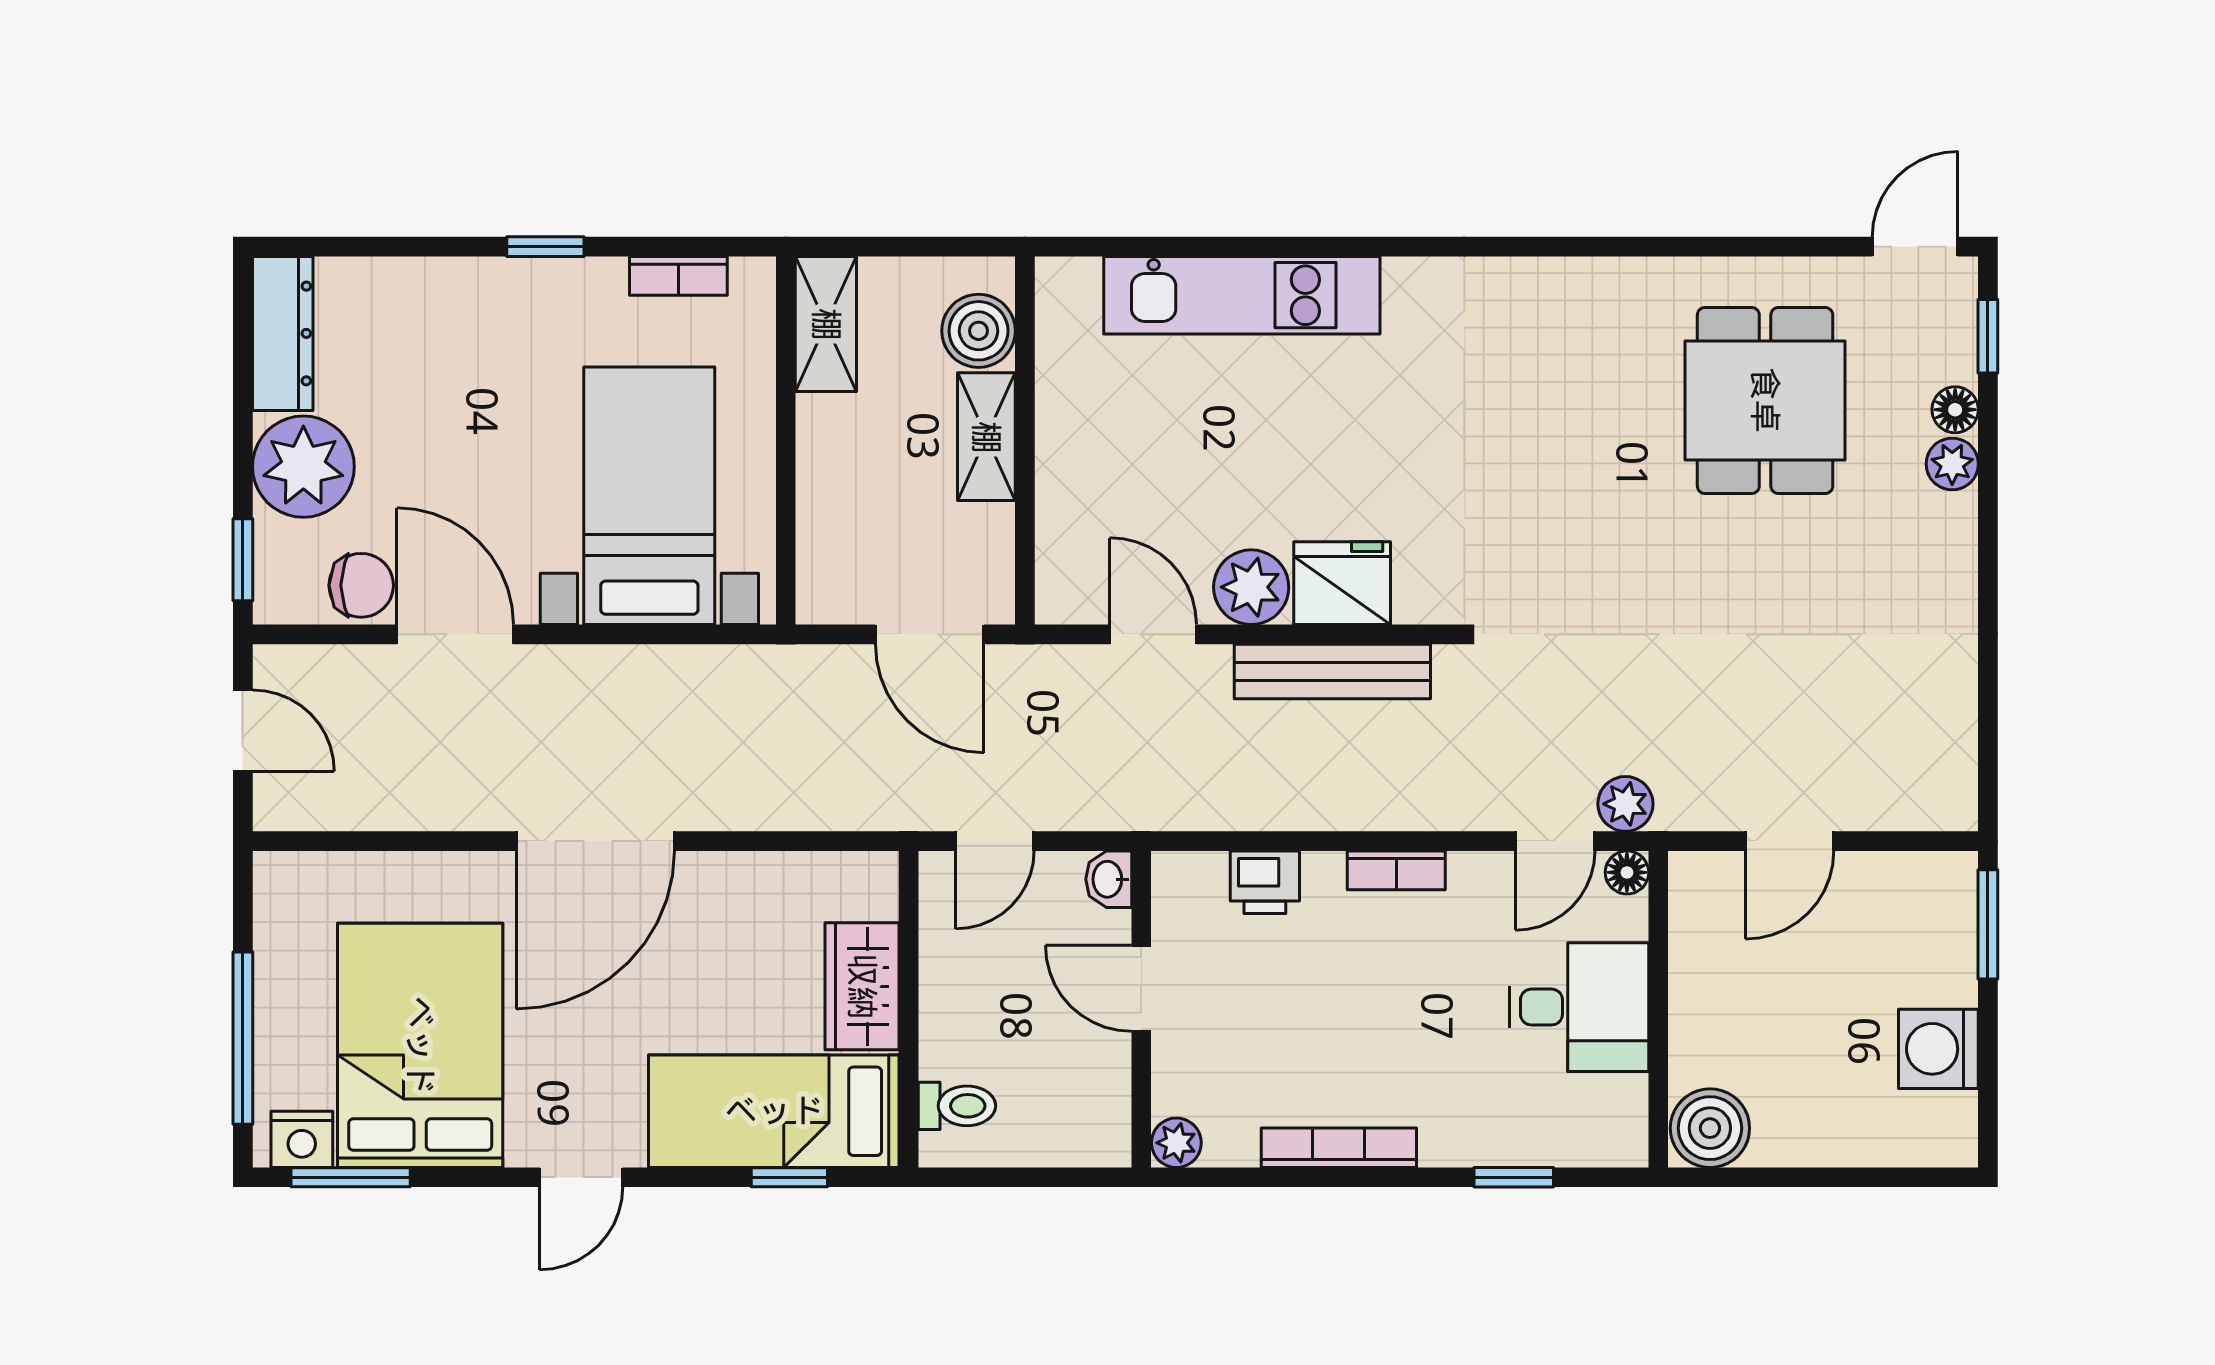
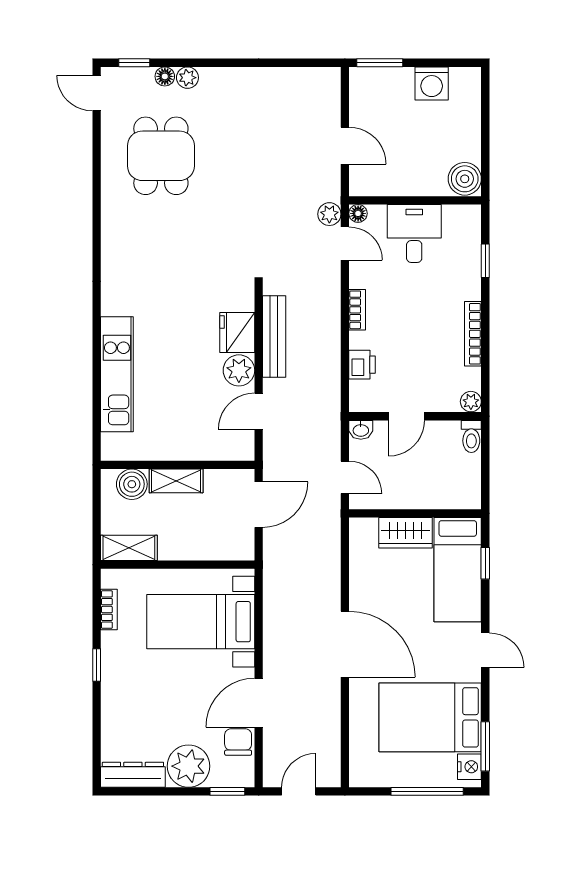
dining table: (1765, 400) -> (161, 156), turned 90
toilet: (957, 1106) -> (471, 436), moved, turned 180

